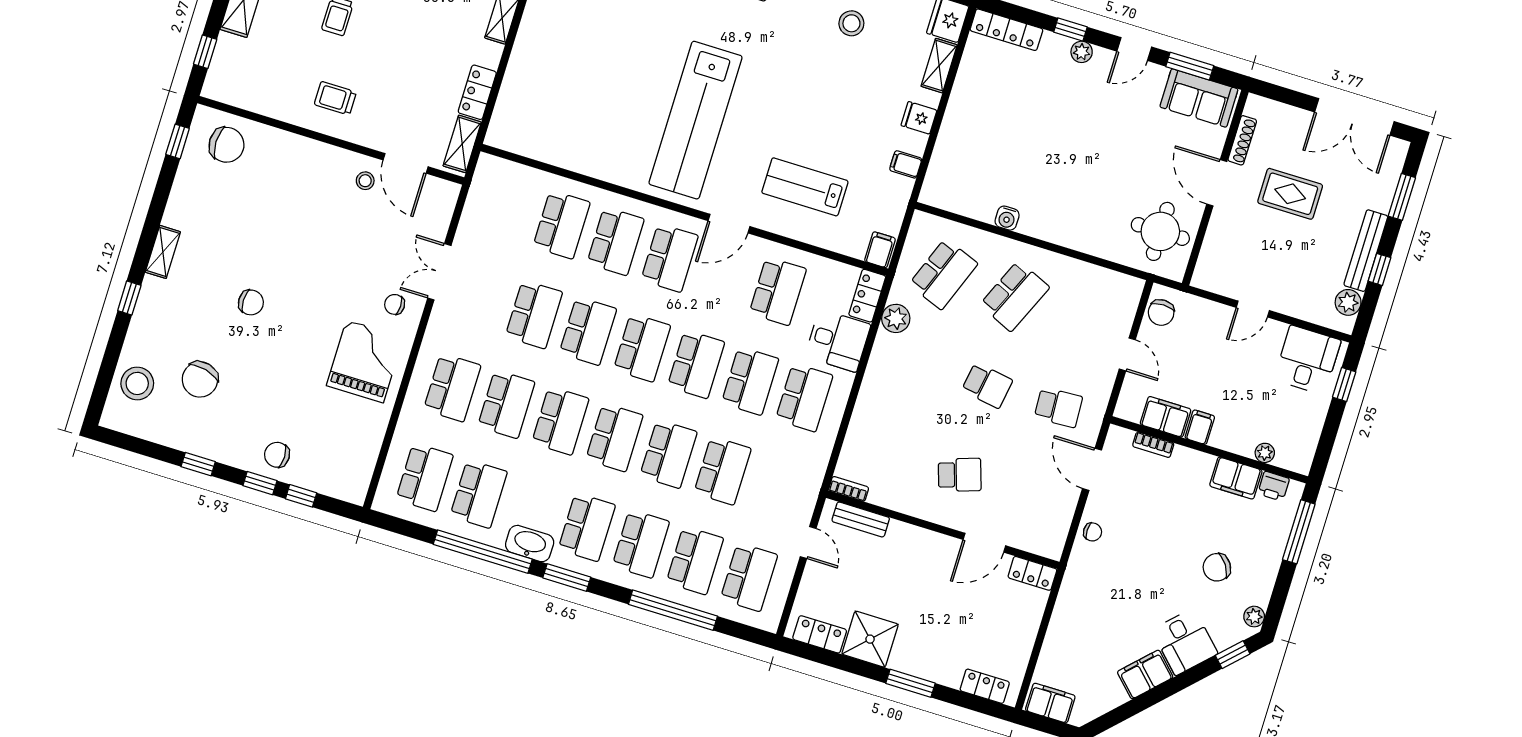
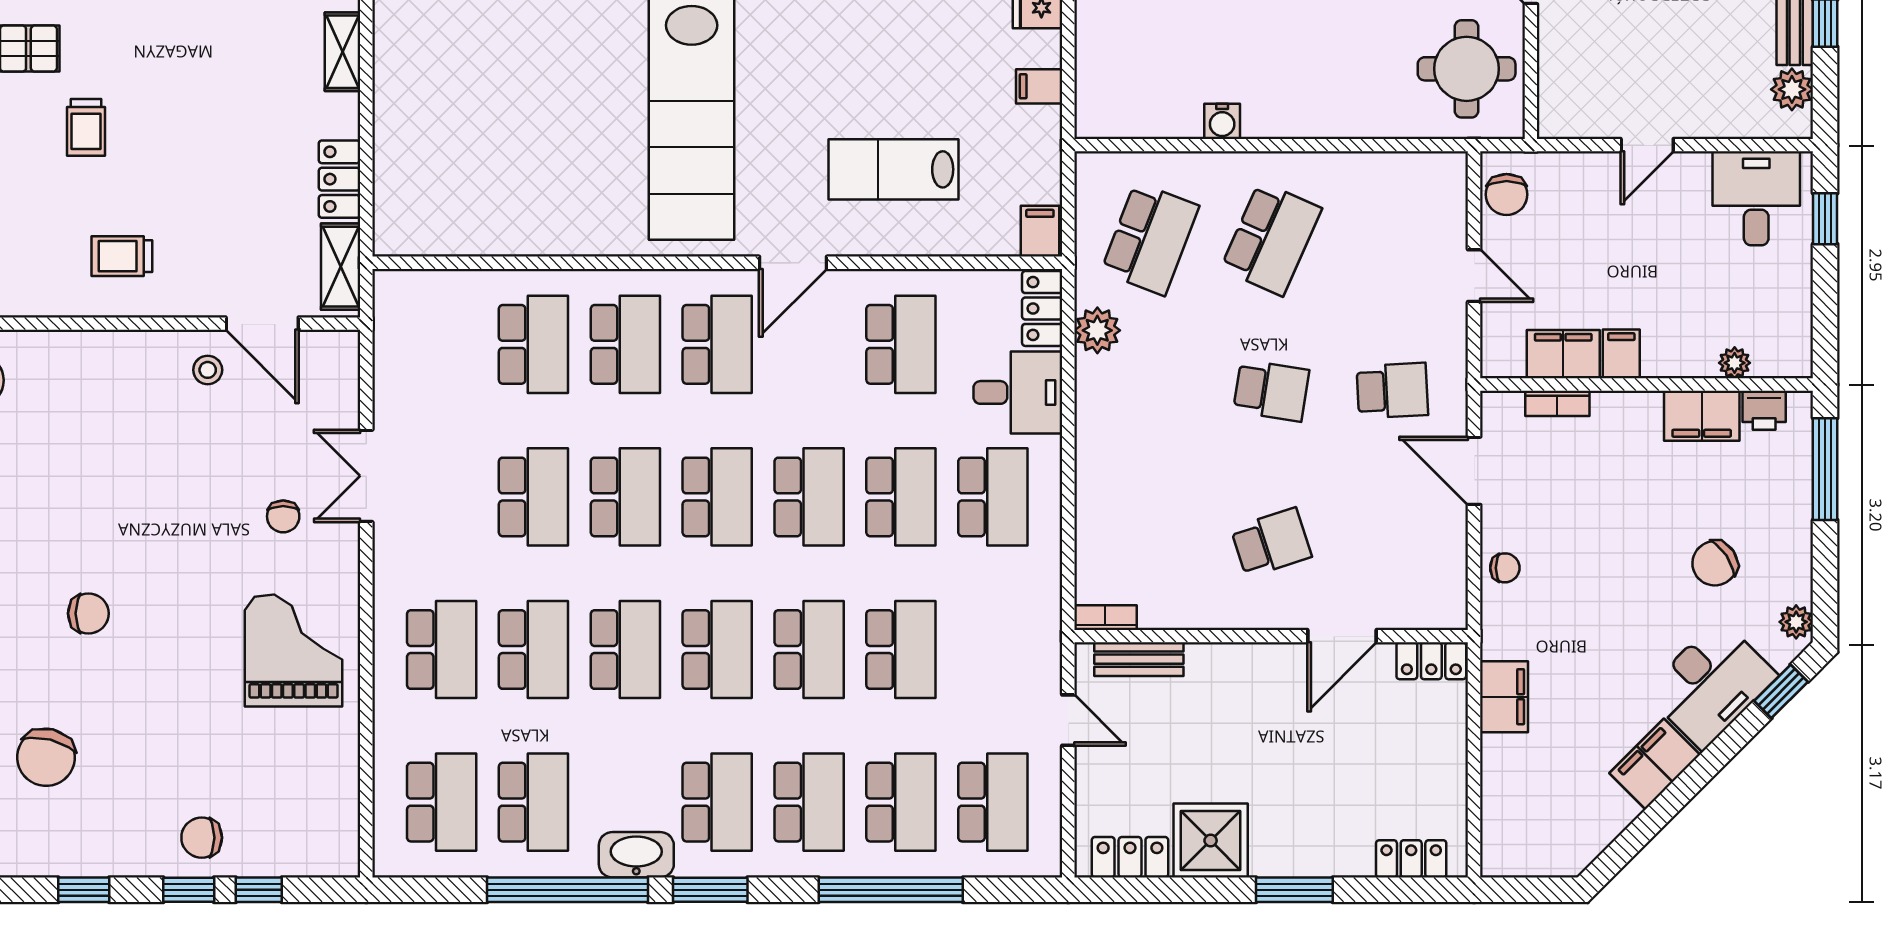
chair: (395, 304) -> (283, 516), moved, turned -90
desk: (1185, 642) -> (1711, 684), width x1.37
filing cabinet: (1050, 703) -> (1504, 697), moved, turned 90

